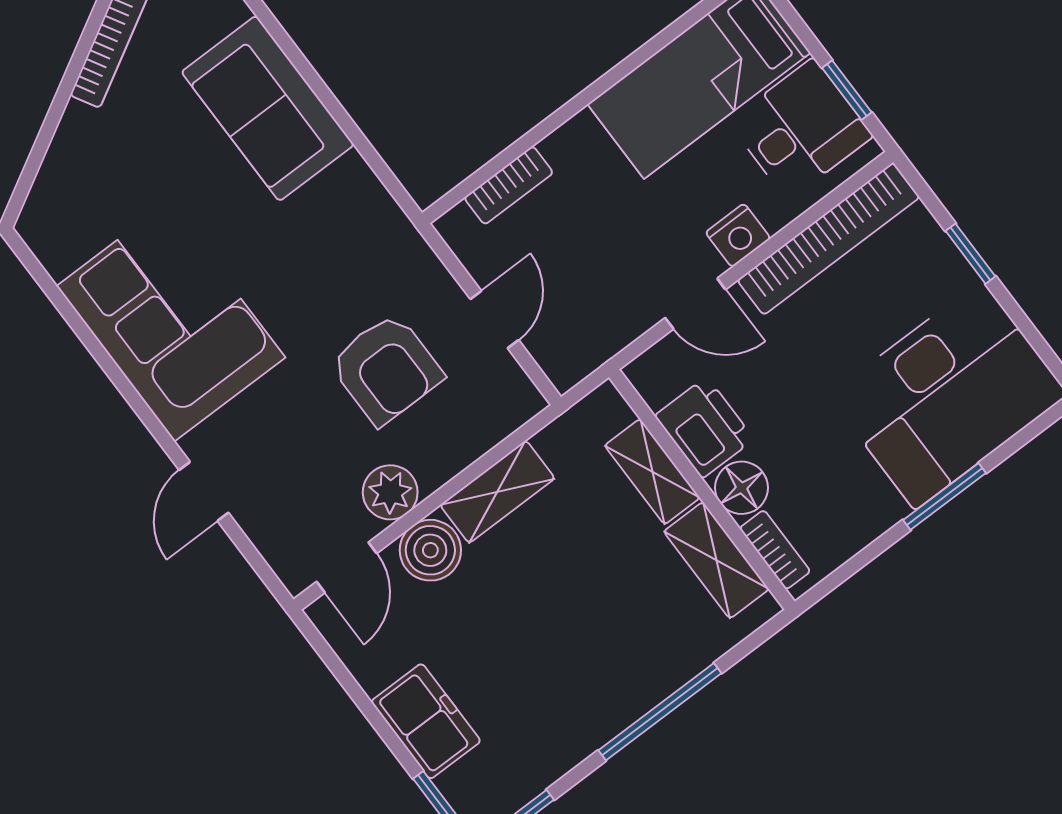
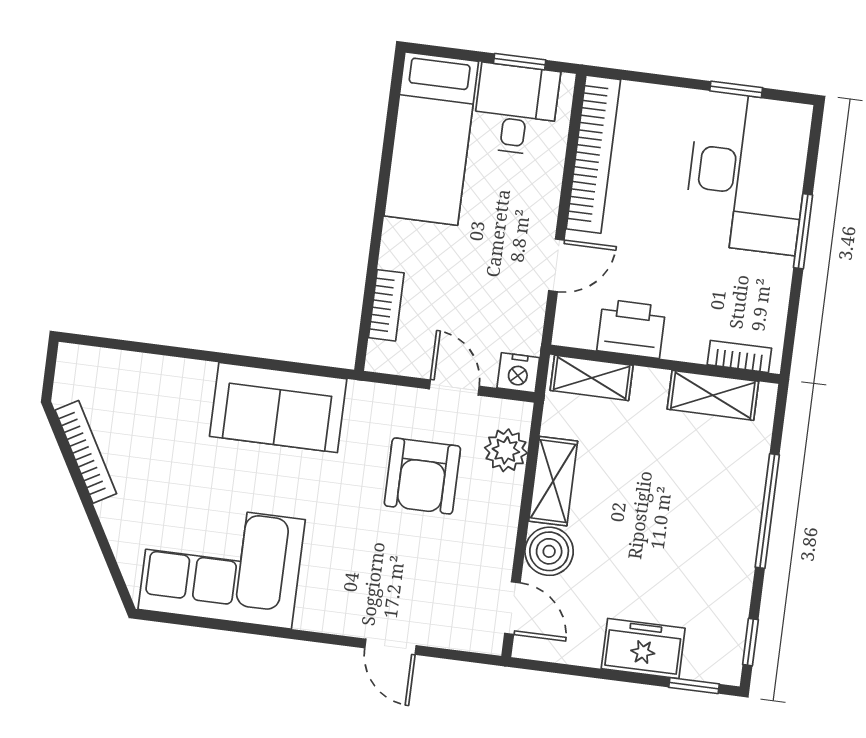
sofa: (268, 108) -> (278, 408), moved
nightstand: (738, 235) -> (518, 373), moved, turned 90
window: (971, 254) -> (736, 89), moved
corner sofa: (171, 322) -> (222, 564), moved
armchair: (386, 369) -> (422, 476), turned 90
shelving: (652, 472) -> (592, 378), moved
floor lamp: (742, 488) -> (686, 341), removed
plant: (390, 492) -> (506, 450), moved

